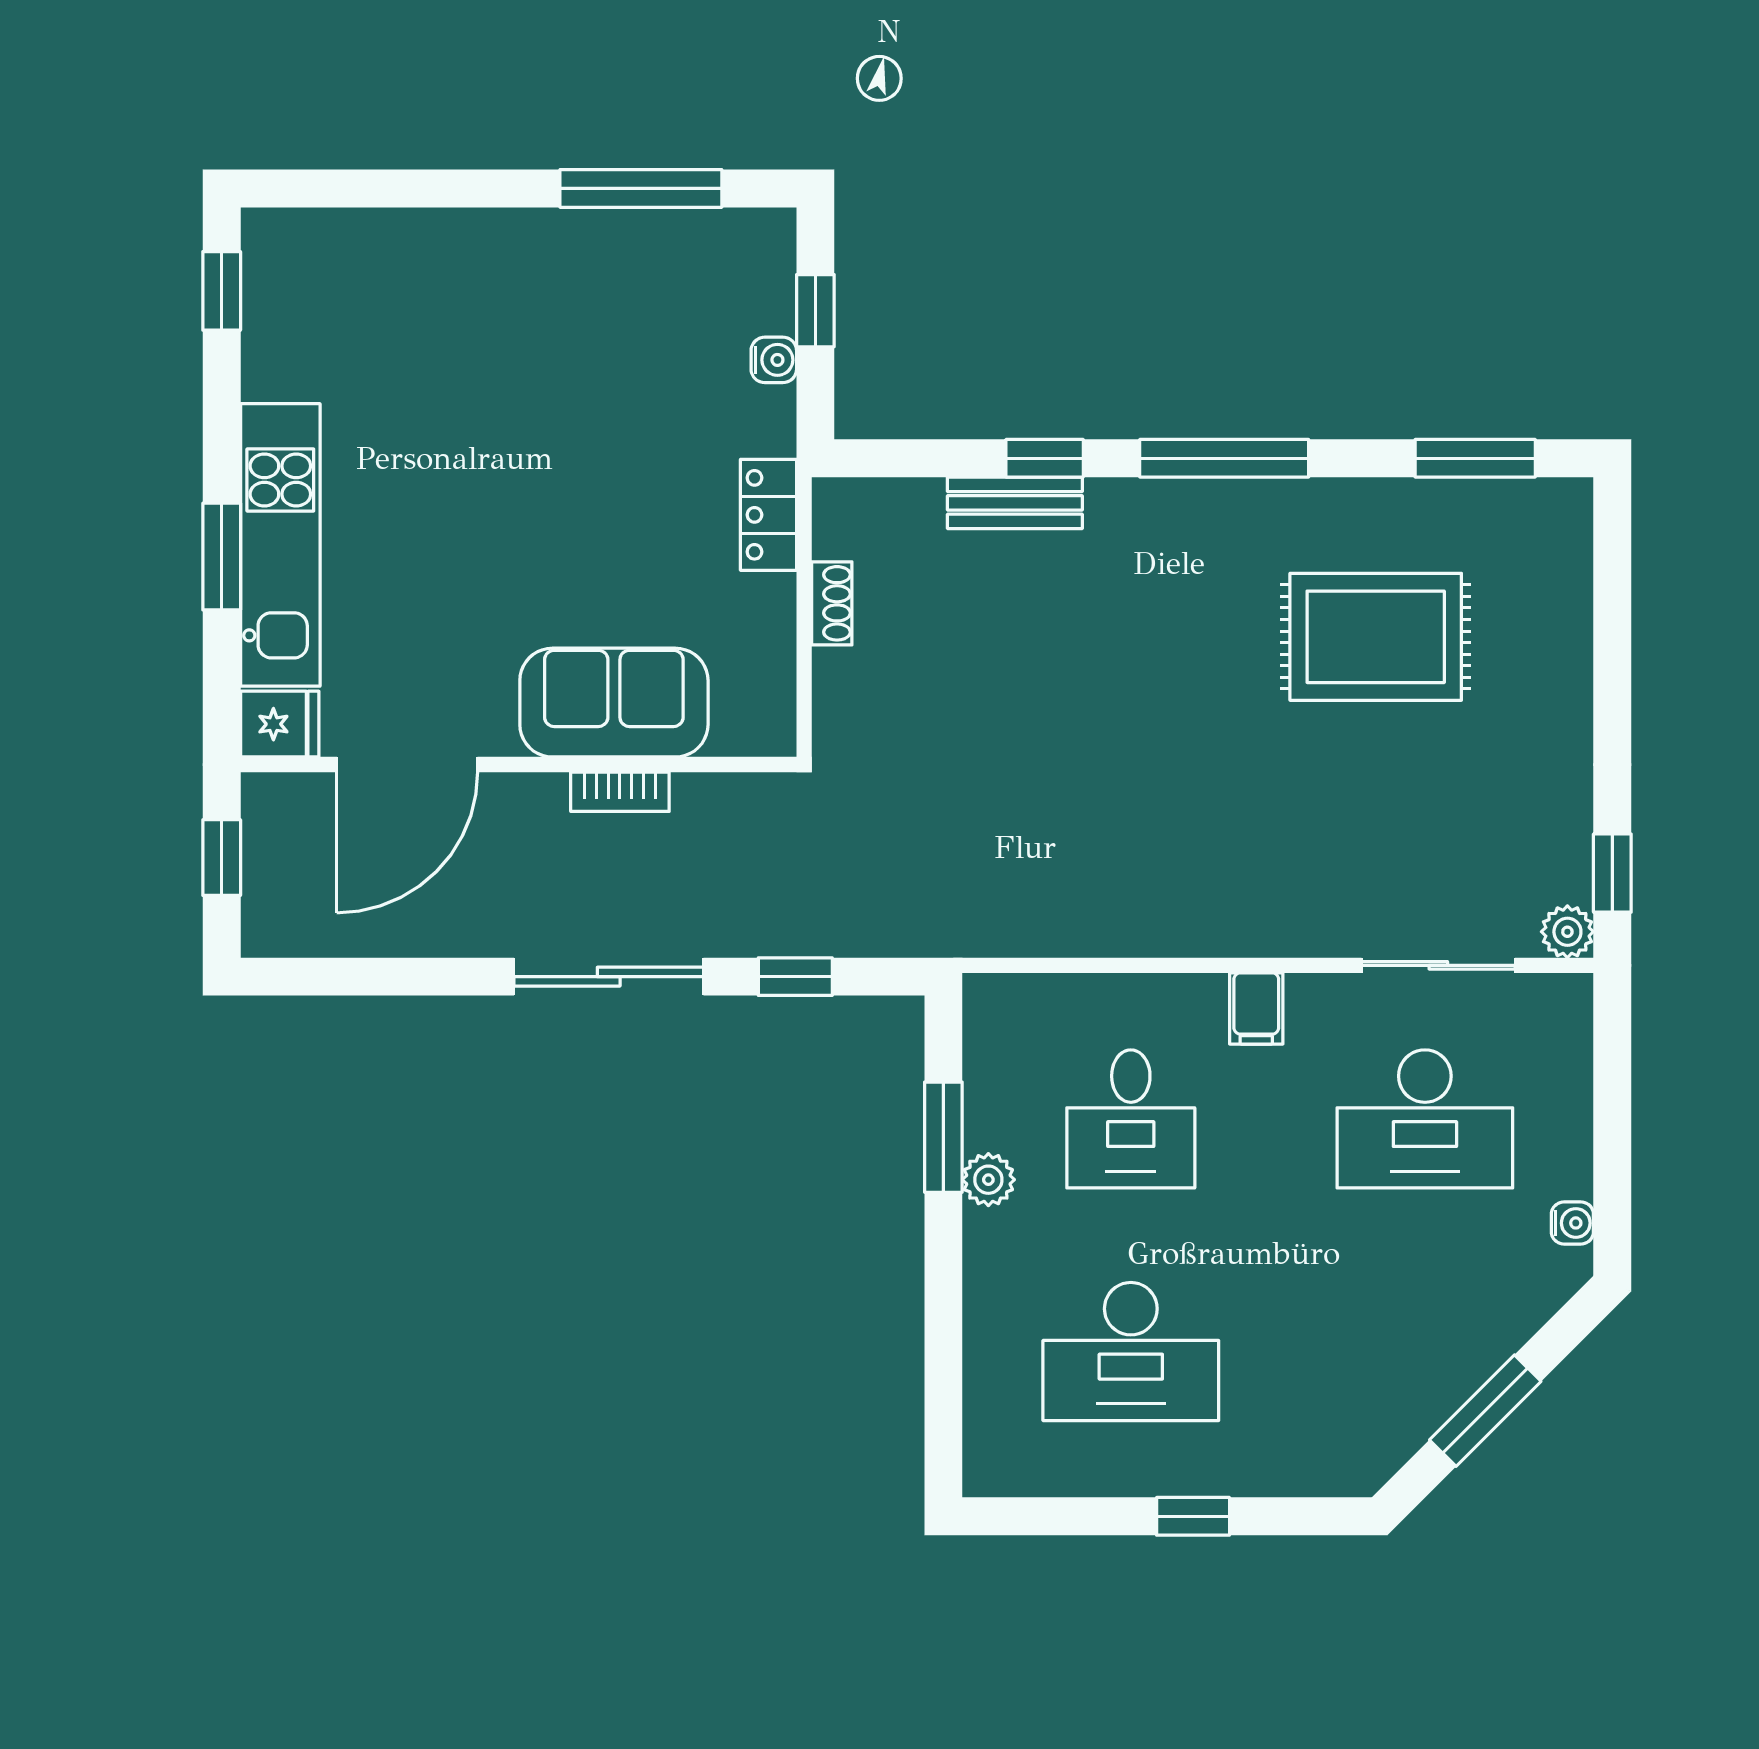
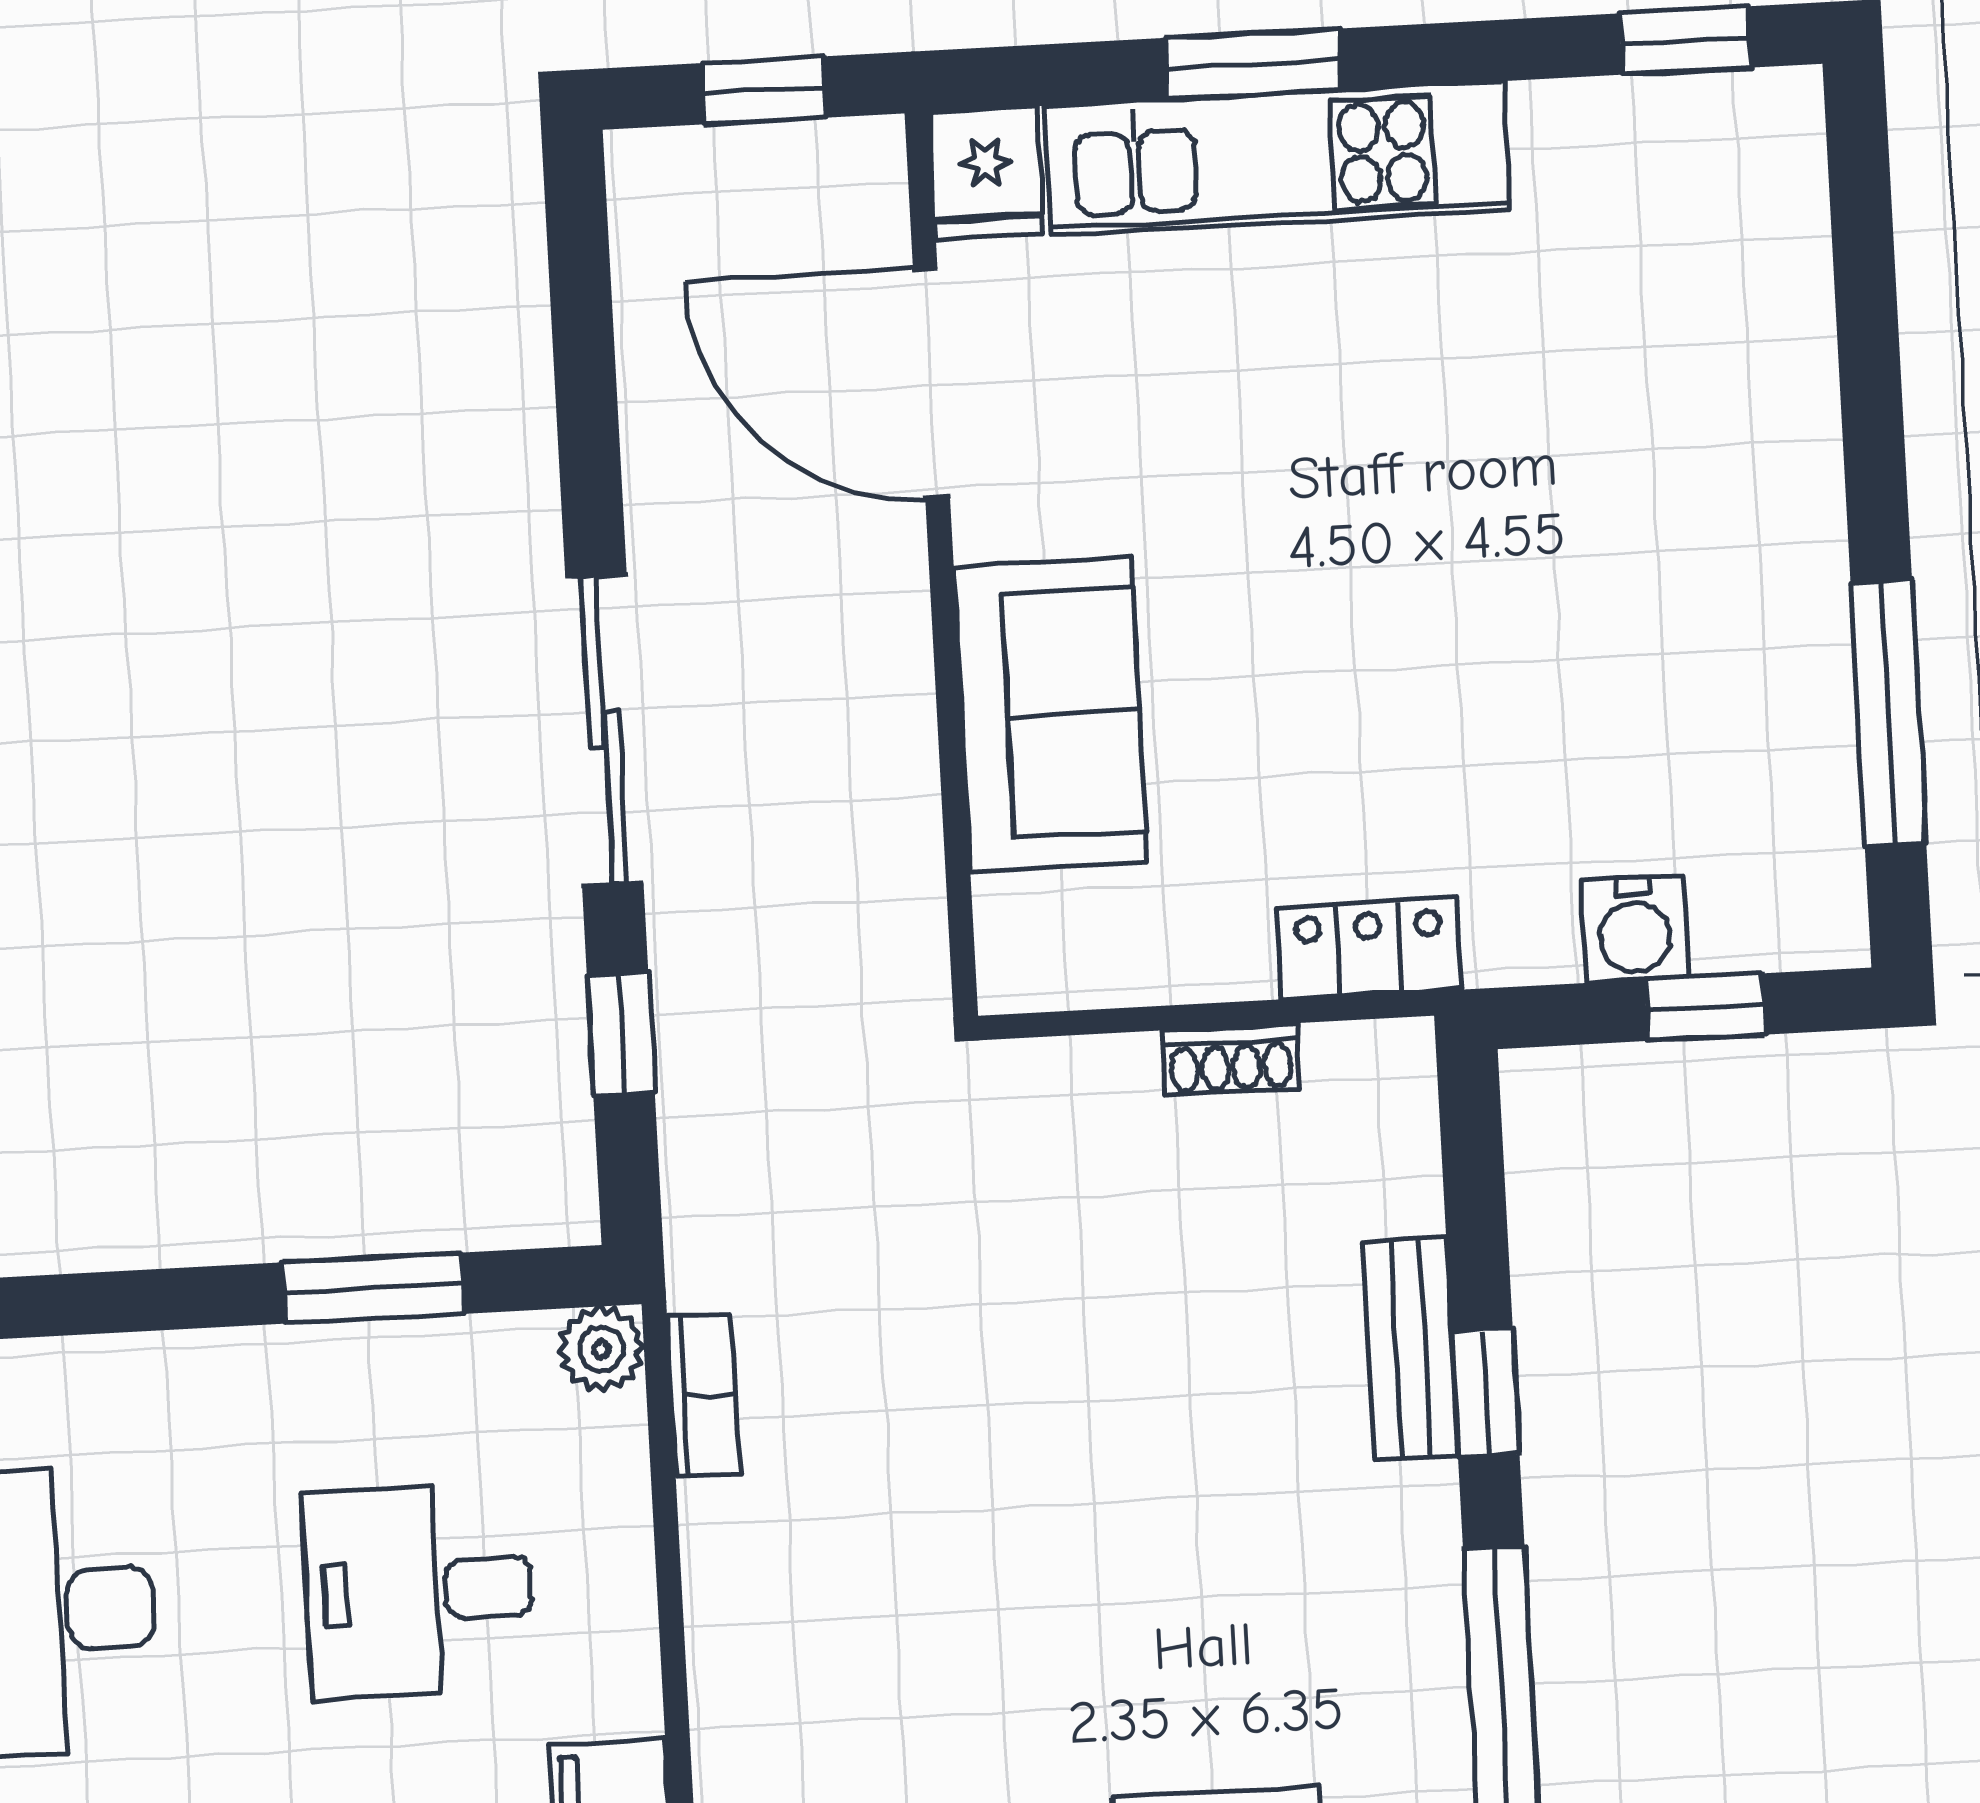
water cooler: (774, 360) -> (1635, 929), width x1.38, depth x1.38
bookcase: (620, 792) -> (703, 1395), moved, turned 180
plant: (988, 1180) -> (601, 1349), moved

